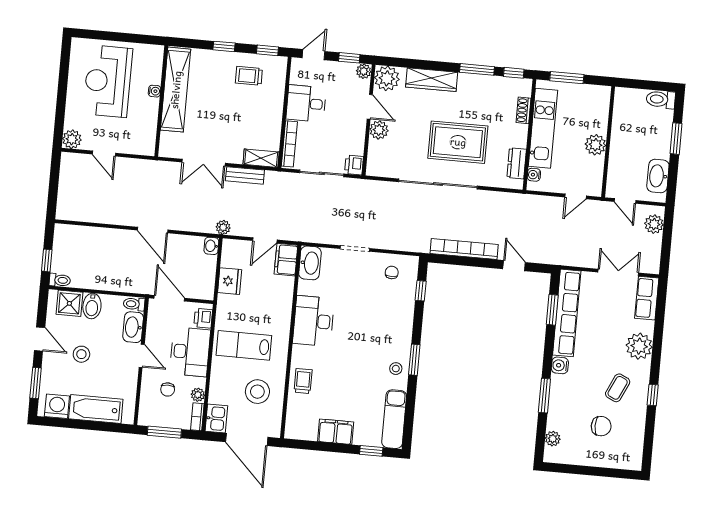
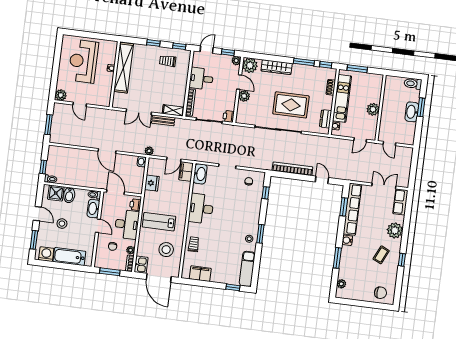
washbasin: (658, 176) -> (412, 112), moved
window: (53, 189) -> (49, 125), added
plant: (654, 224) -> (406, 158), removed
chair: (601, 426) -> (380, 293), moved
filing cabinet: (336, 432) -> (200, 274), moved

